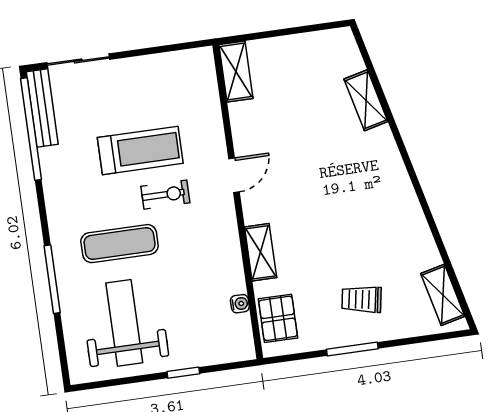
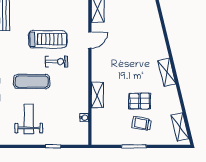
shelving: (366, 100) -> (167, 72), moved
door: (234, 175) -> (90, 40), moved
pallet: (278, 318) -> (140, 101), moved, turned 90
weight bench: (124, 323) -> (29, 119), width x0.73, depth x0.75

